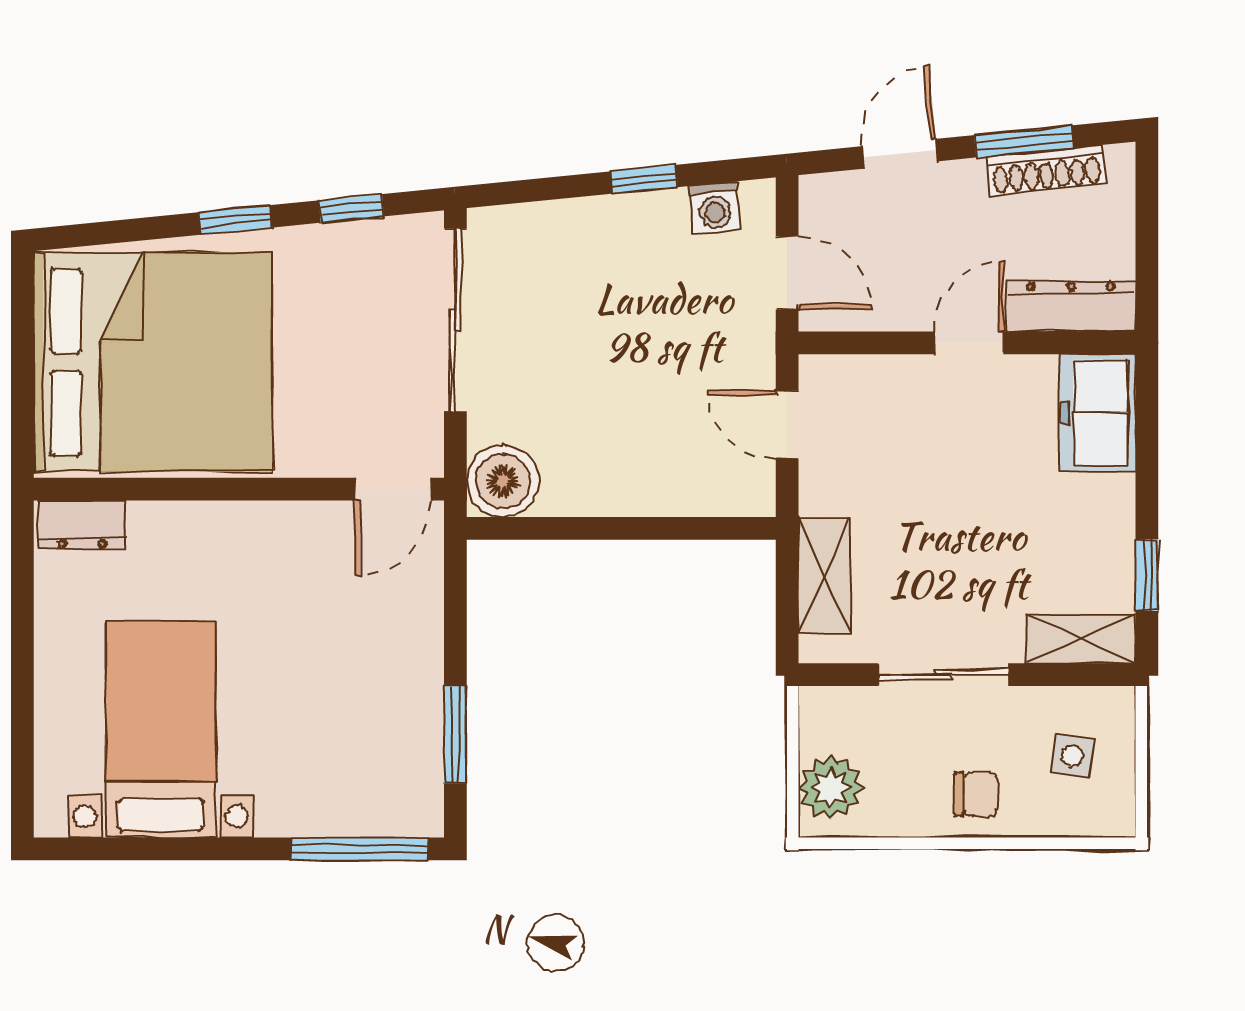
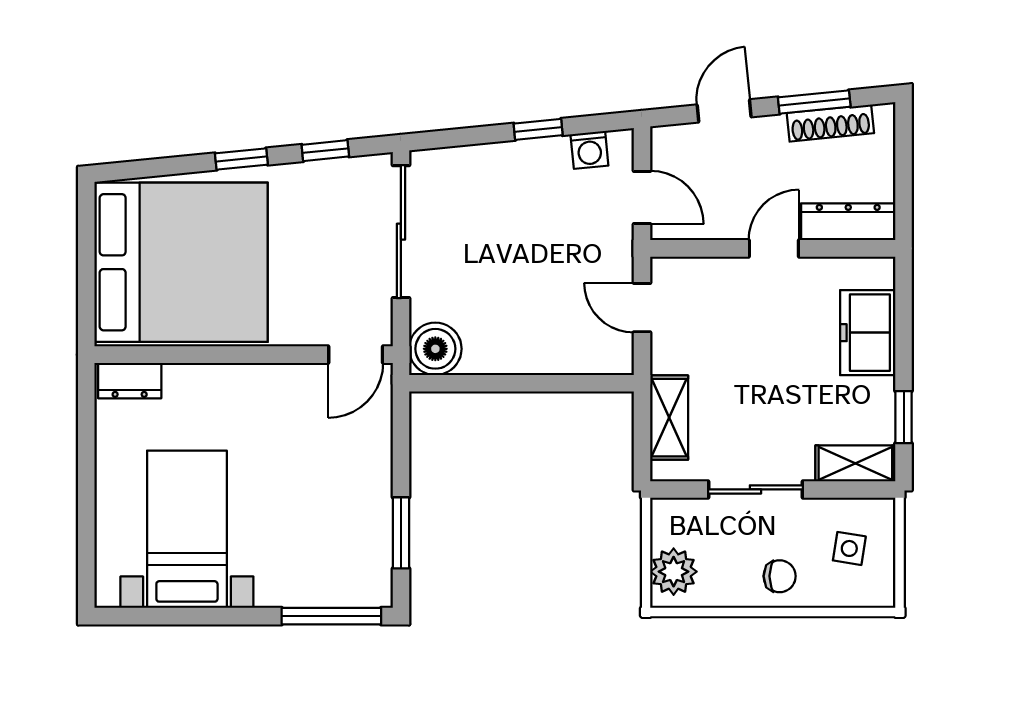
freezer: (1098, 413) -> (868, 333), moved

